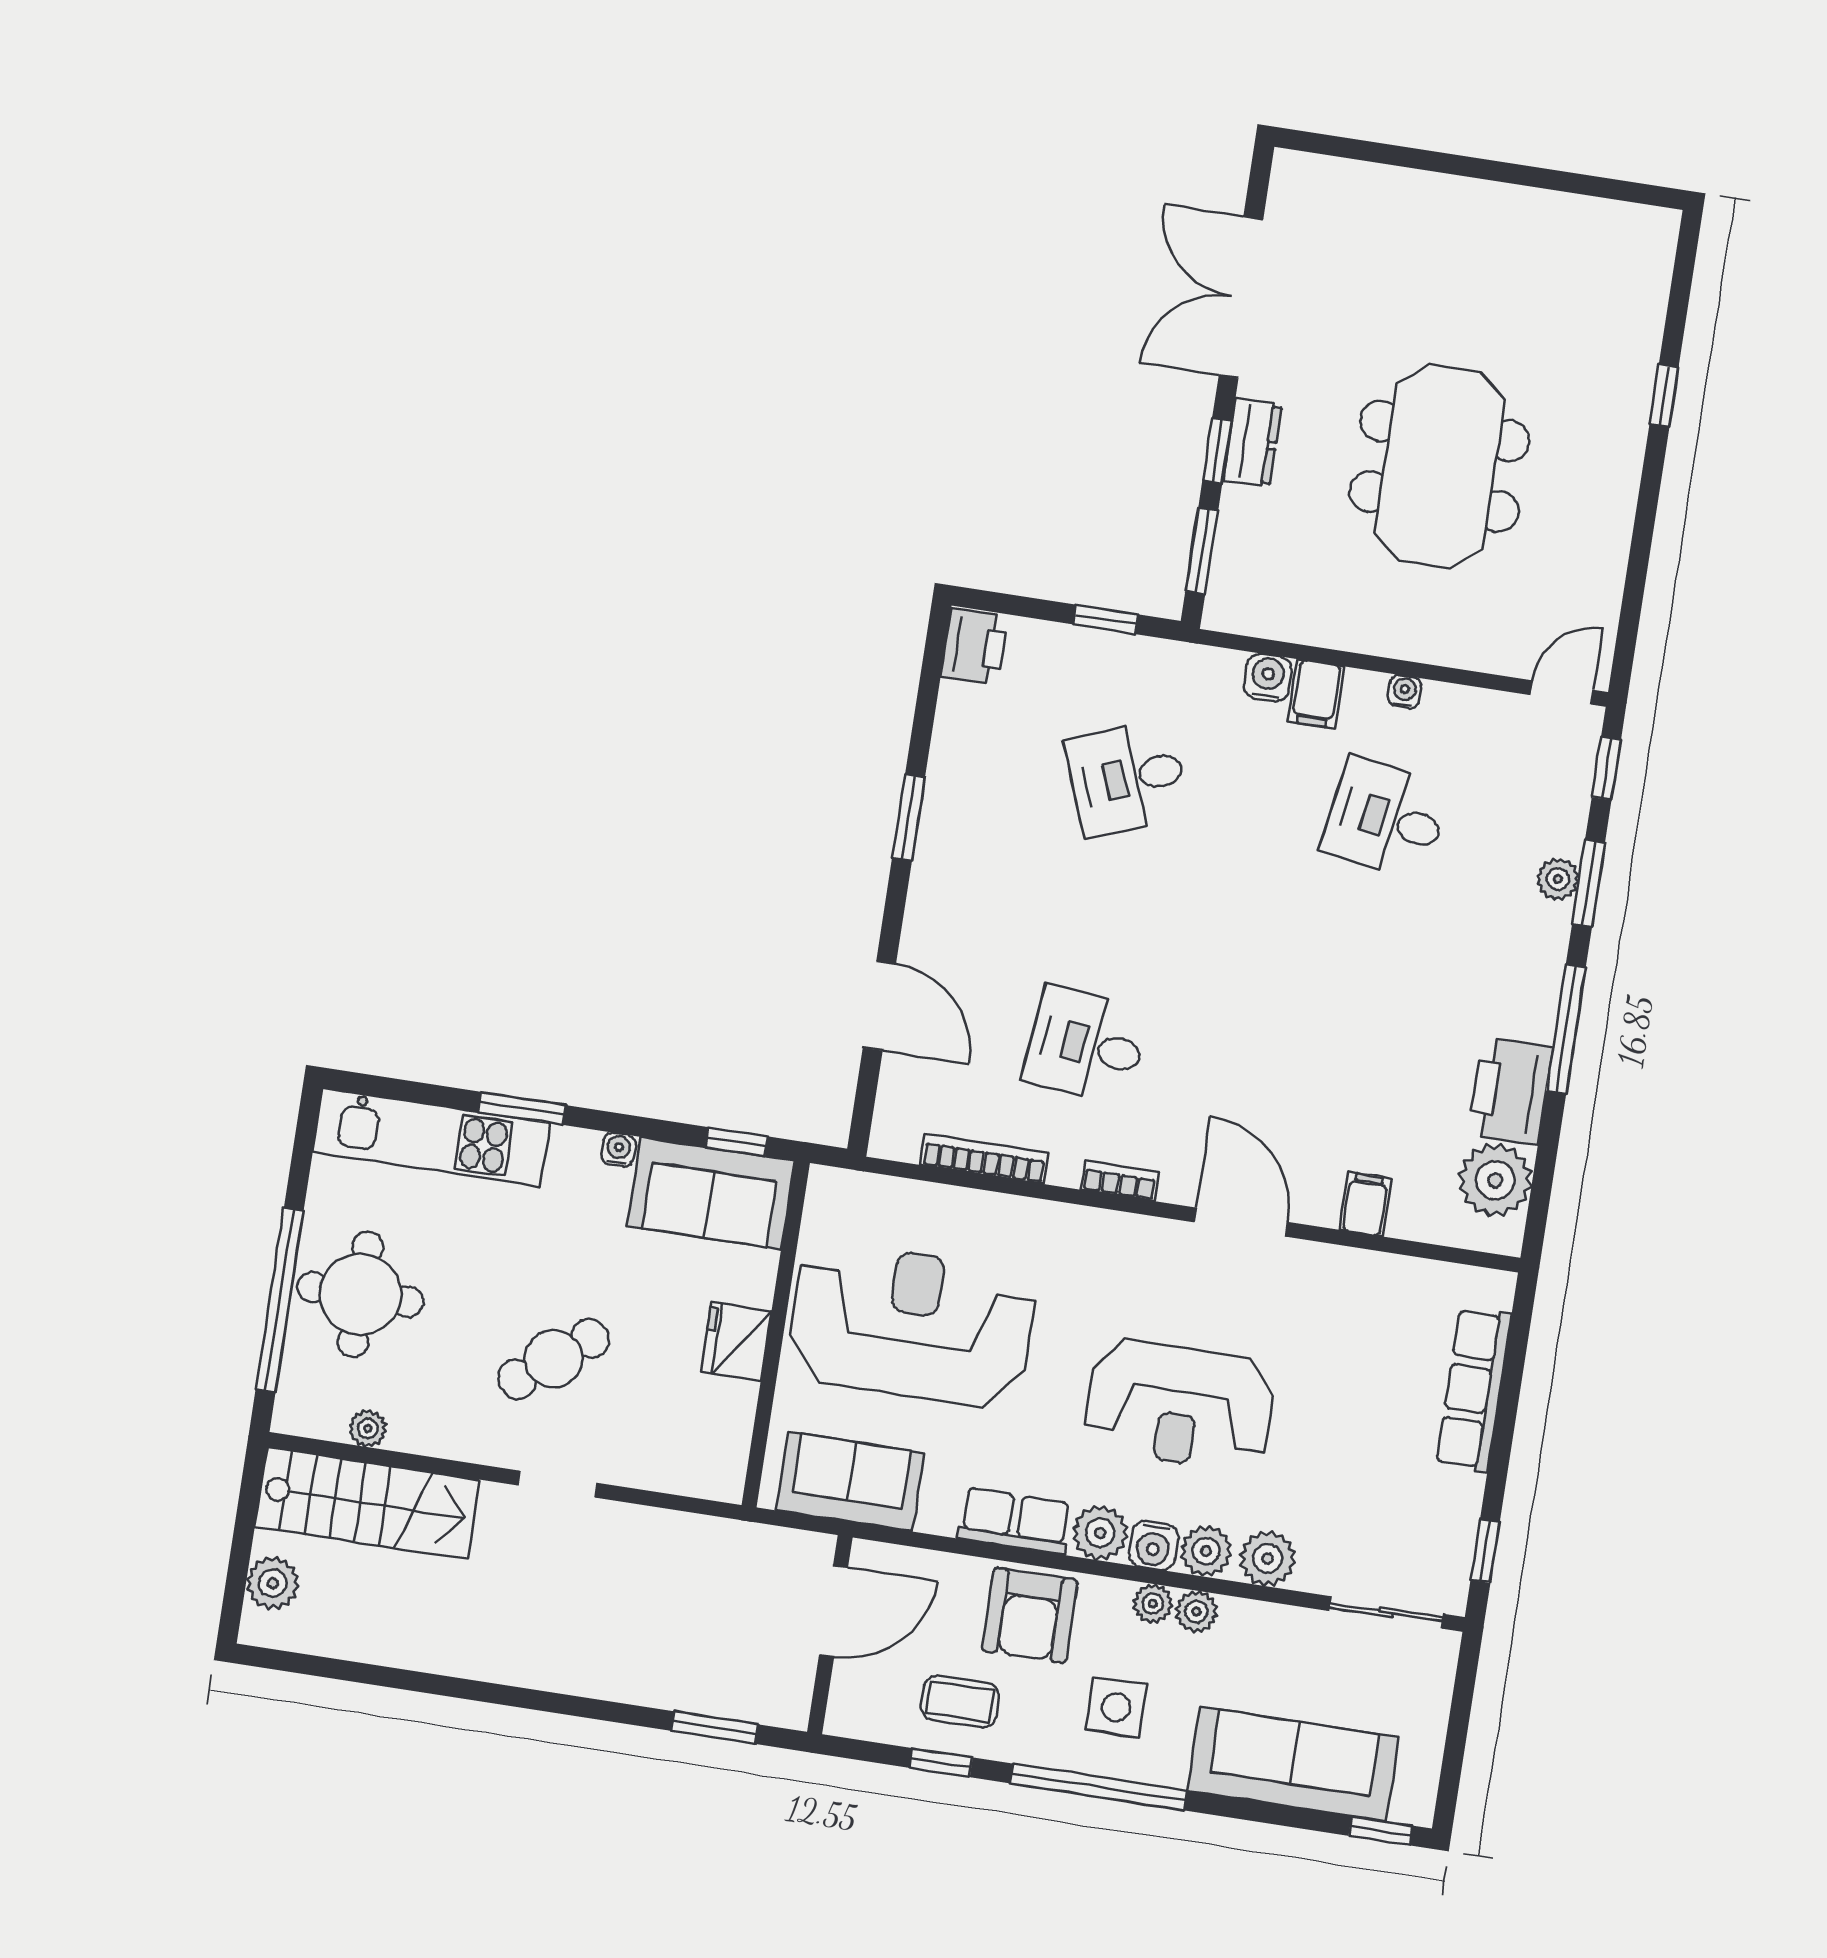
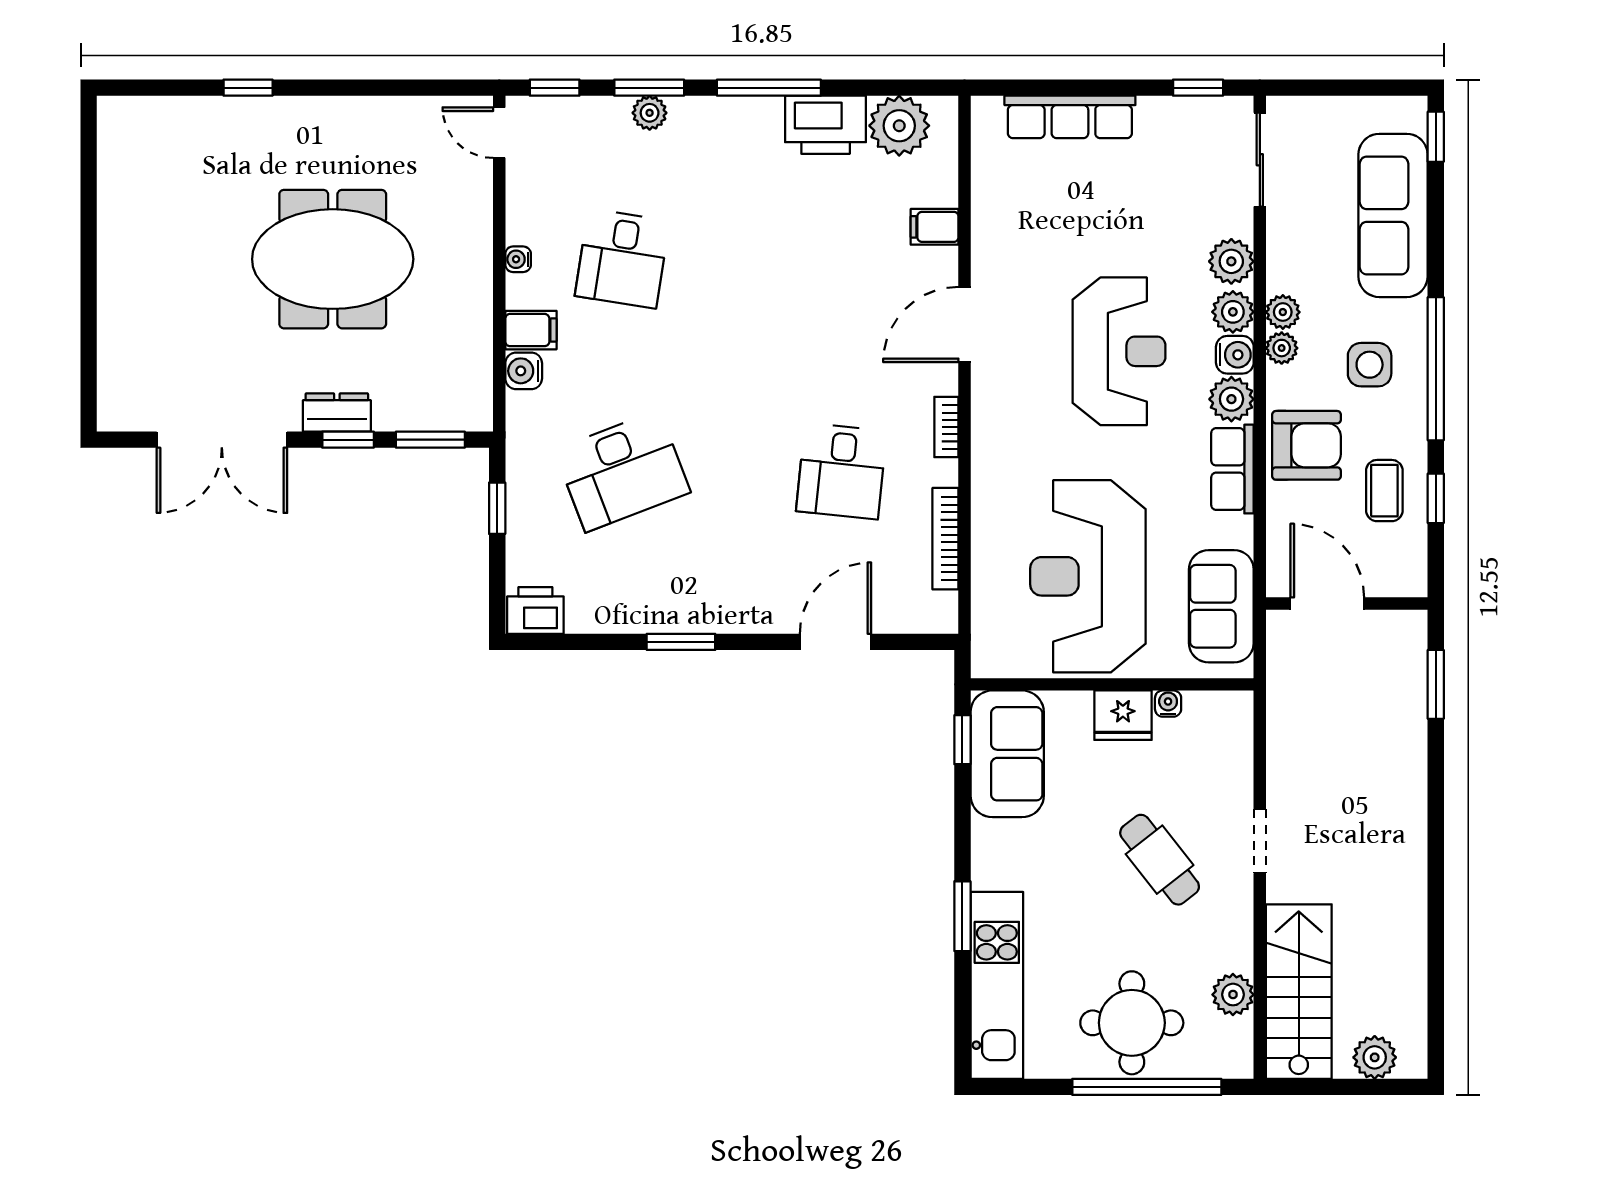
desk: (1127, 778) -> (622, 471), width x1.37
water cooler: (618, 1150) -> (1168, 704), moved, turned 90
plant: (368, 1428) -> (1233, 995), width x1.38, depth x1.38

